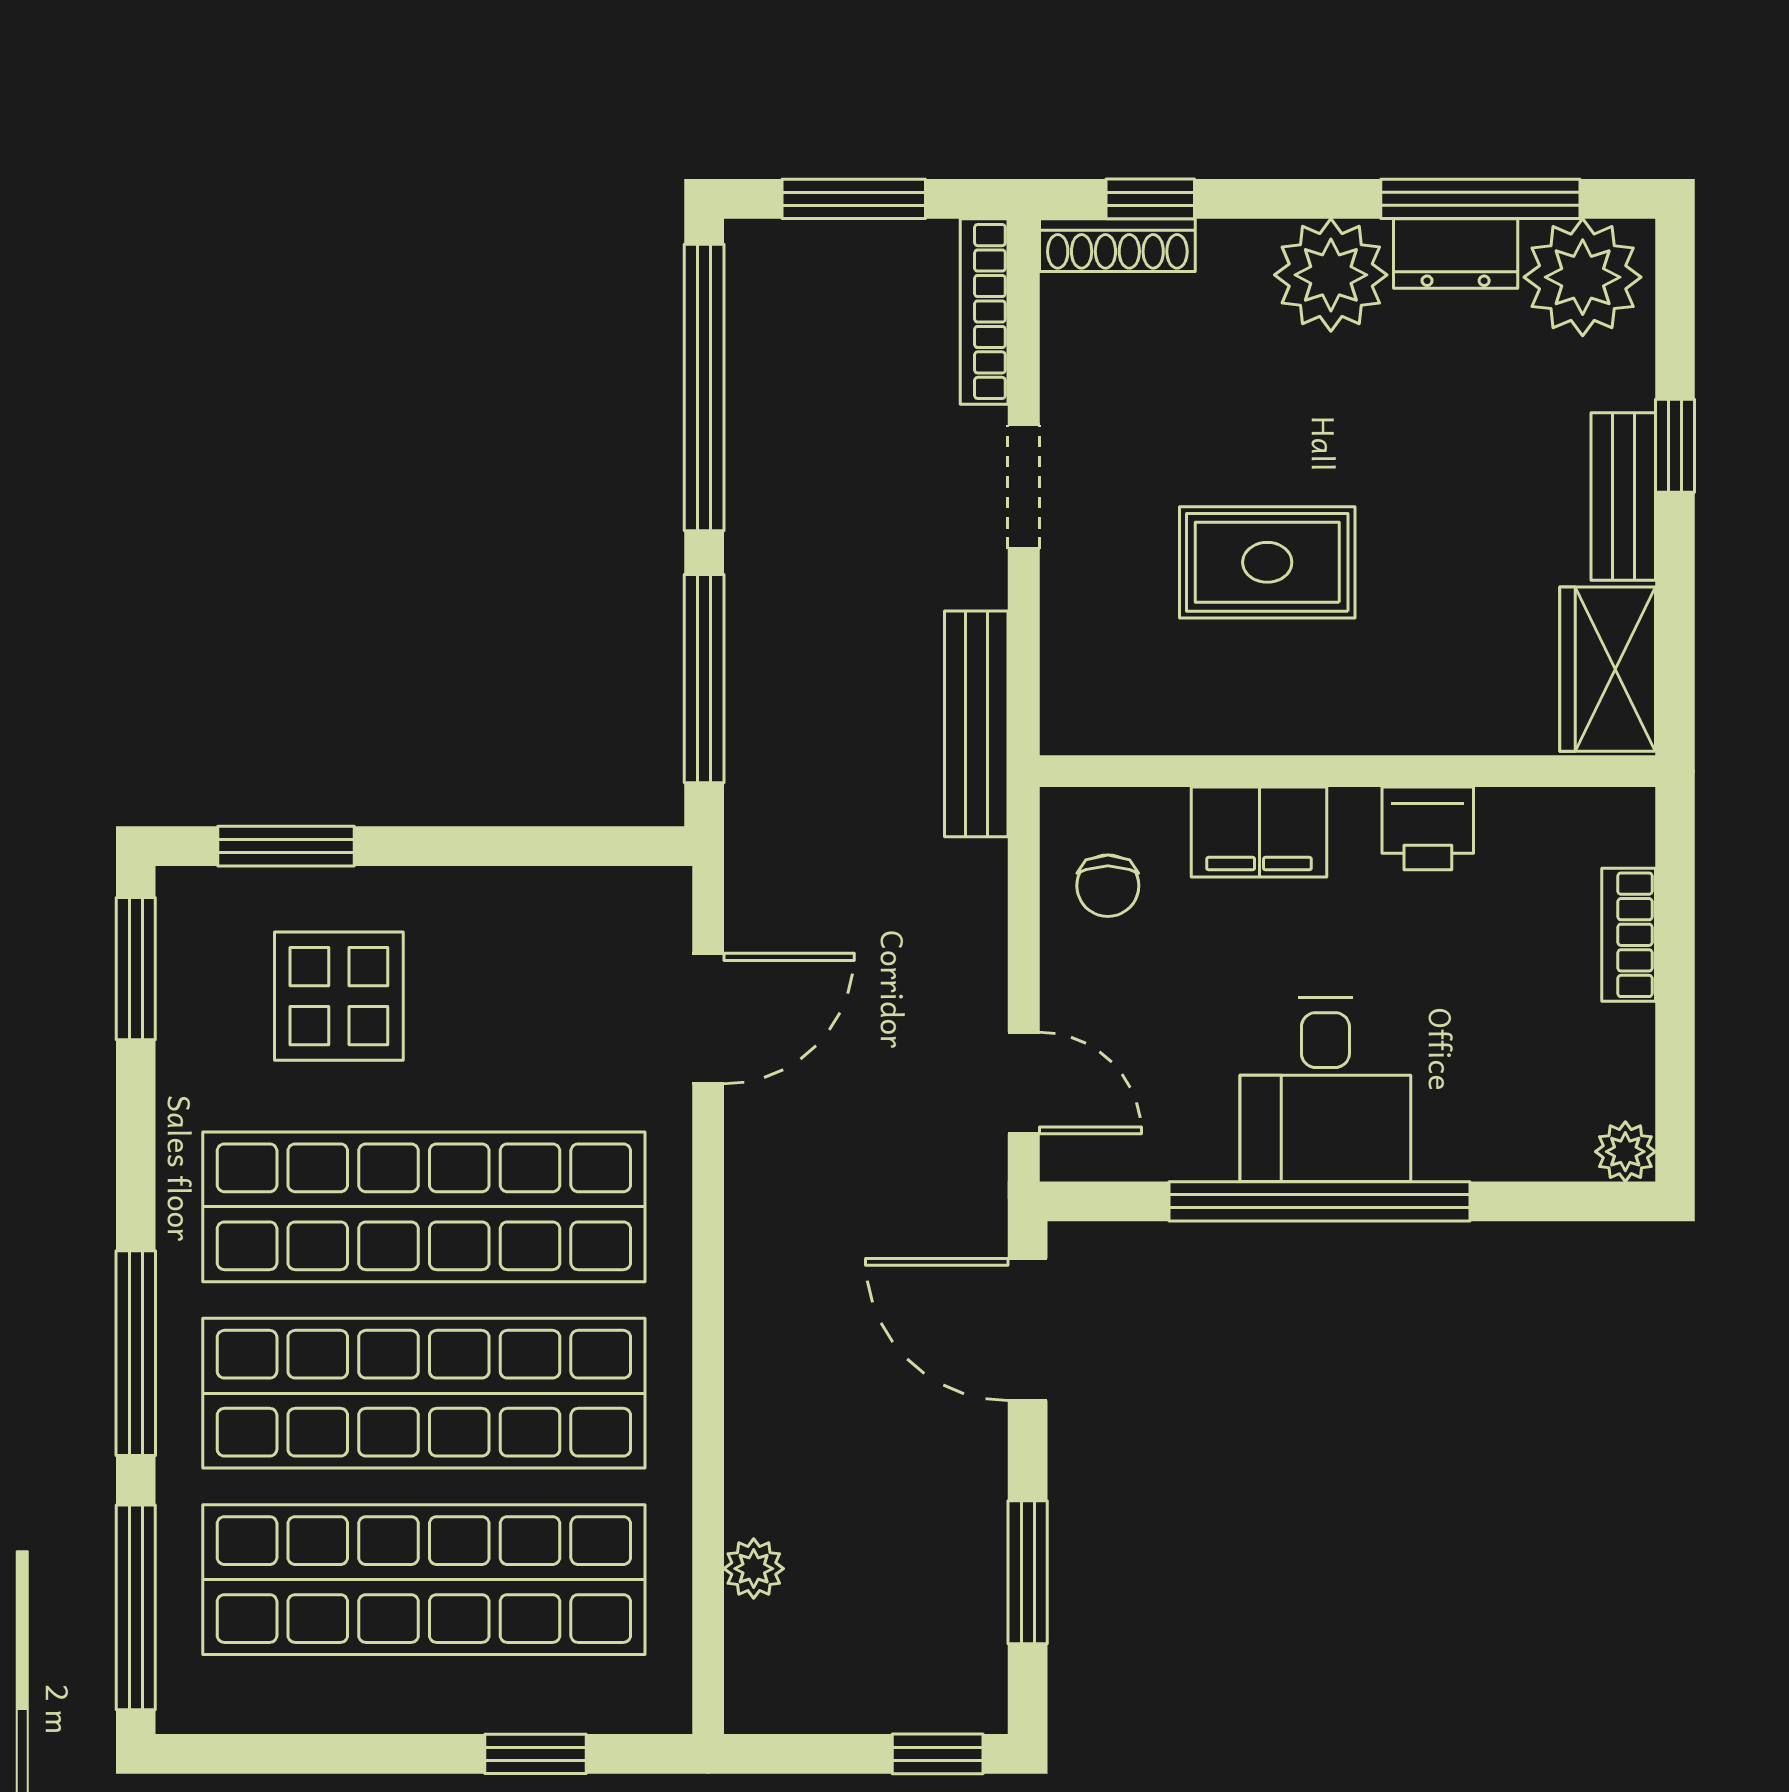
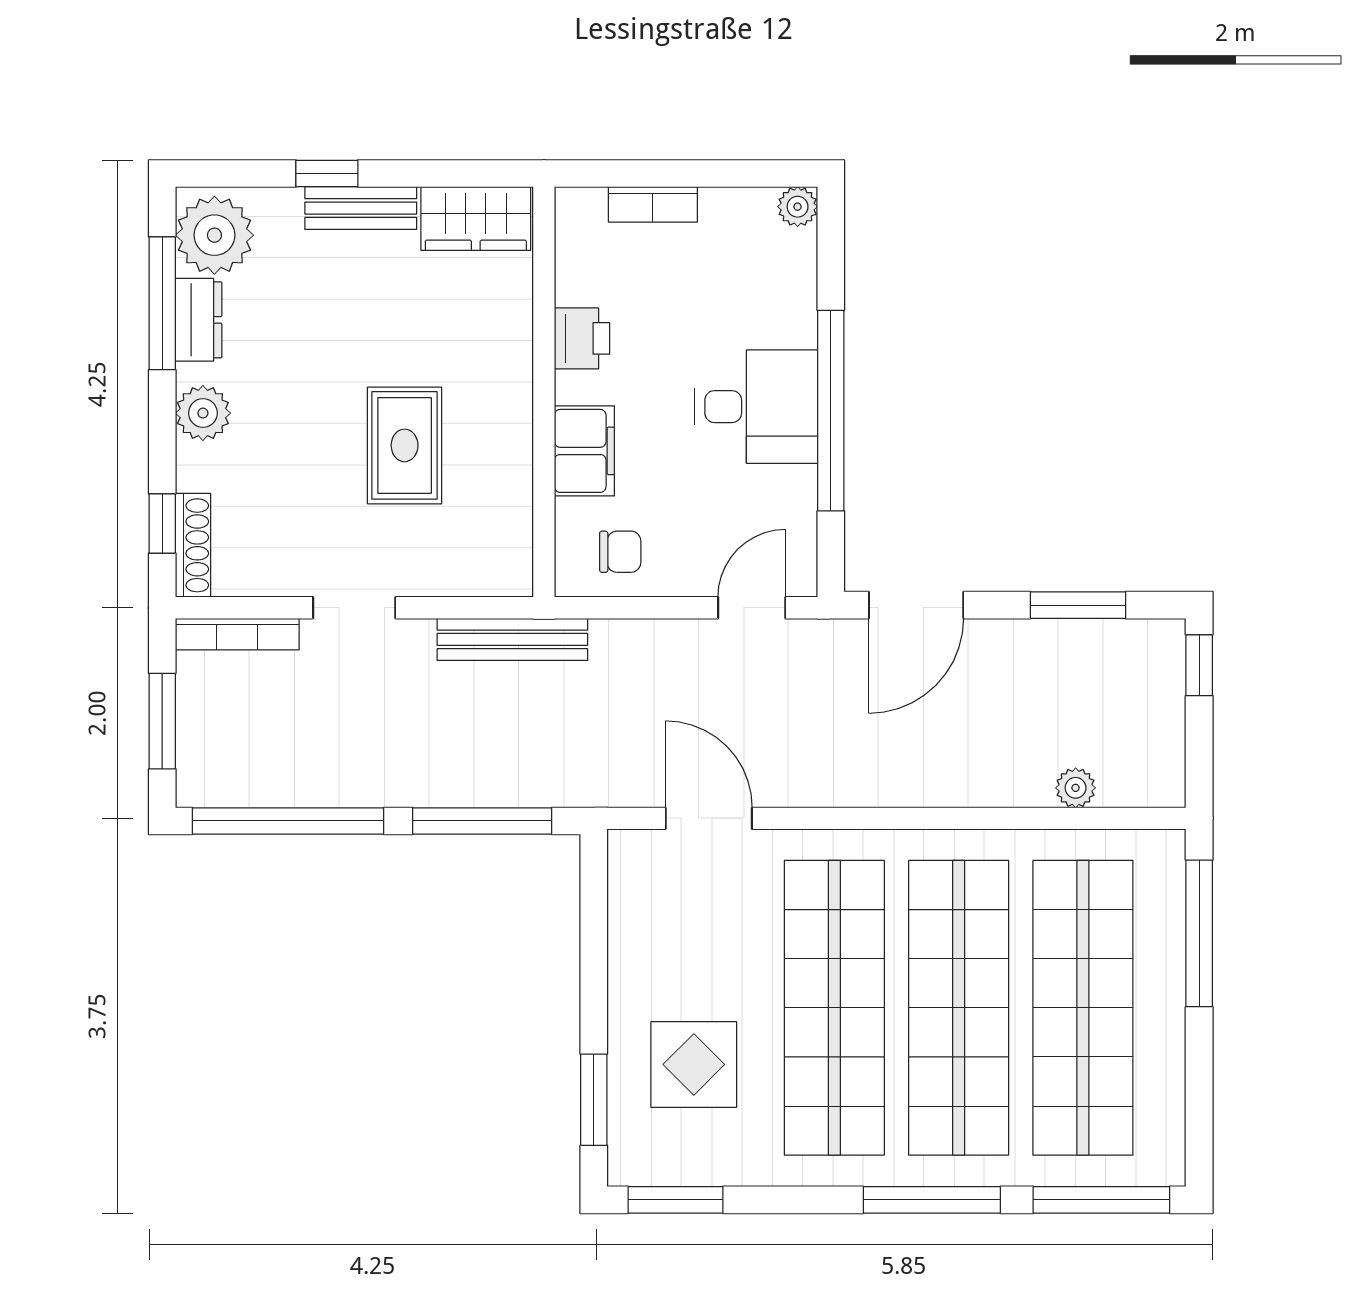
plant: (1331, 275) -> (203, 413), width x0.73, depth x0.73
window: (536, 1754) -> (1199, 933), width x2.17

